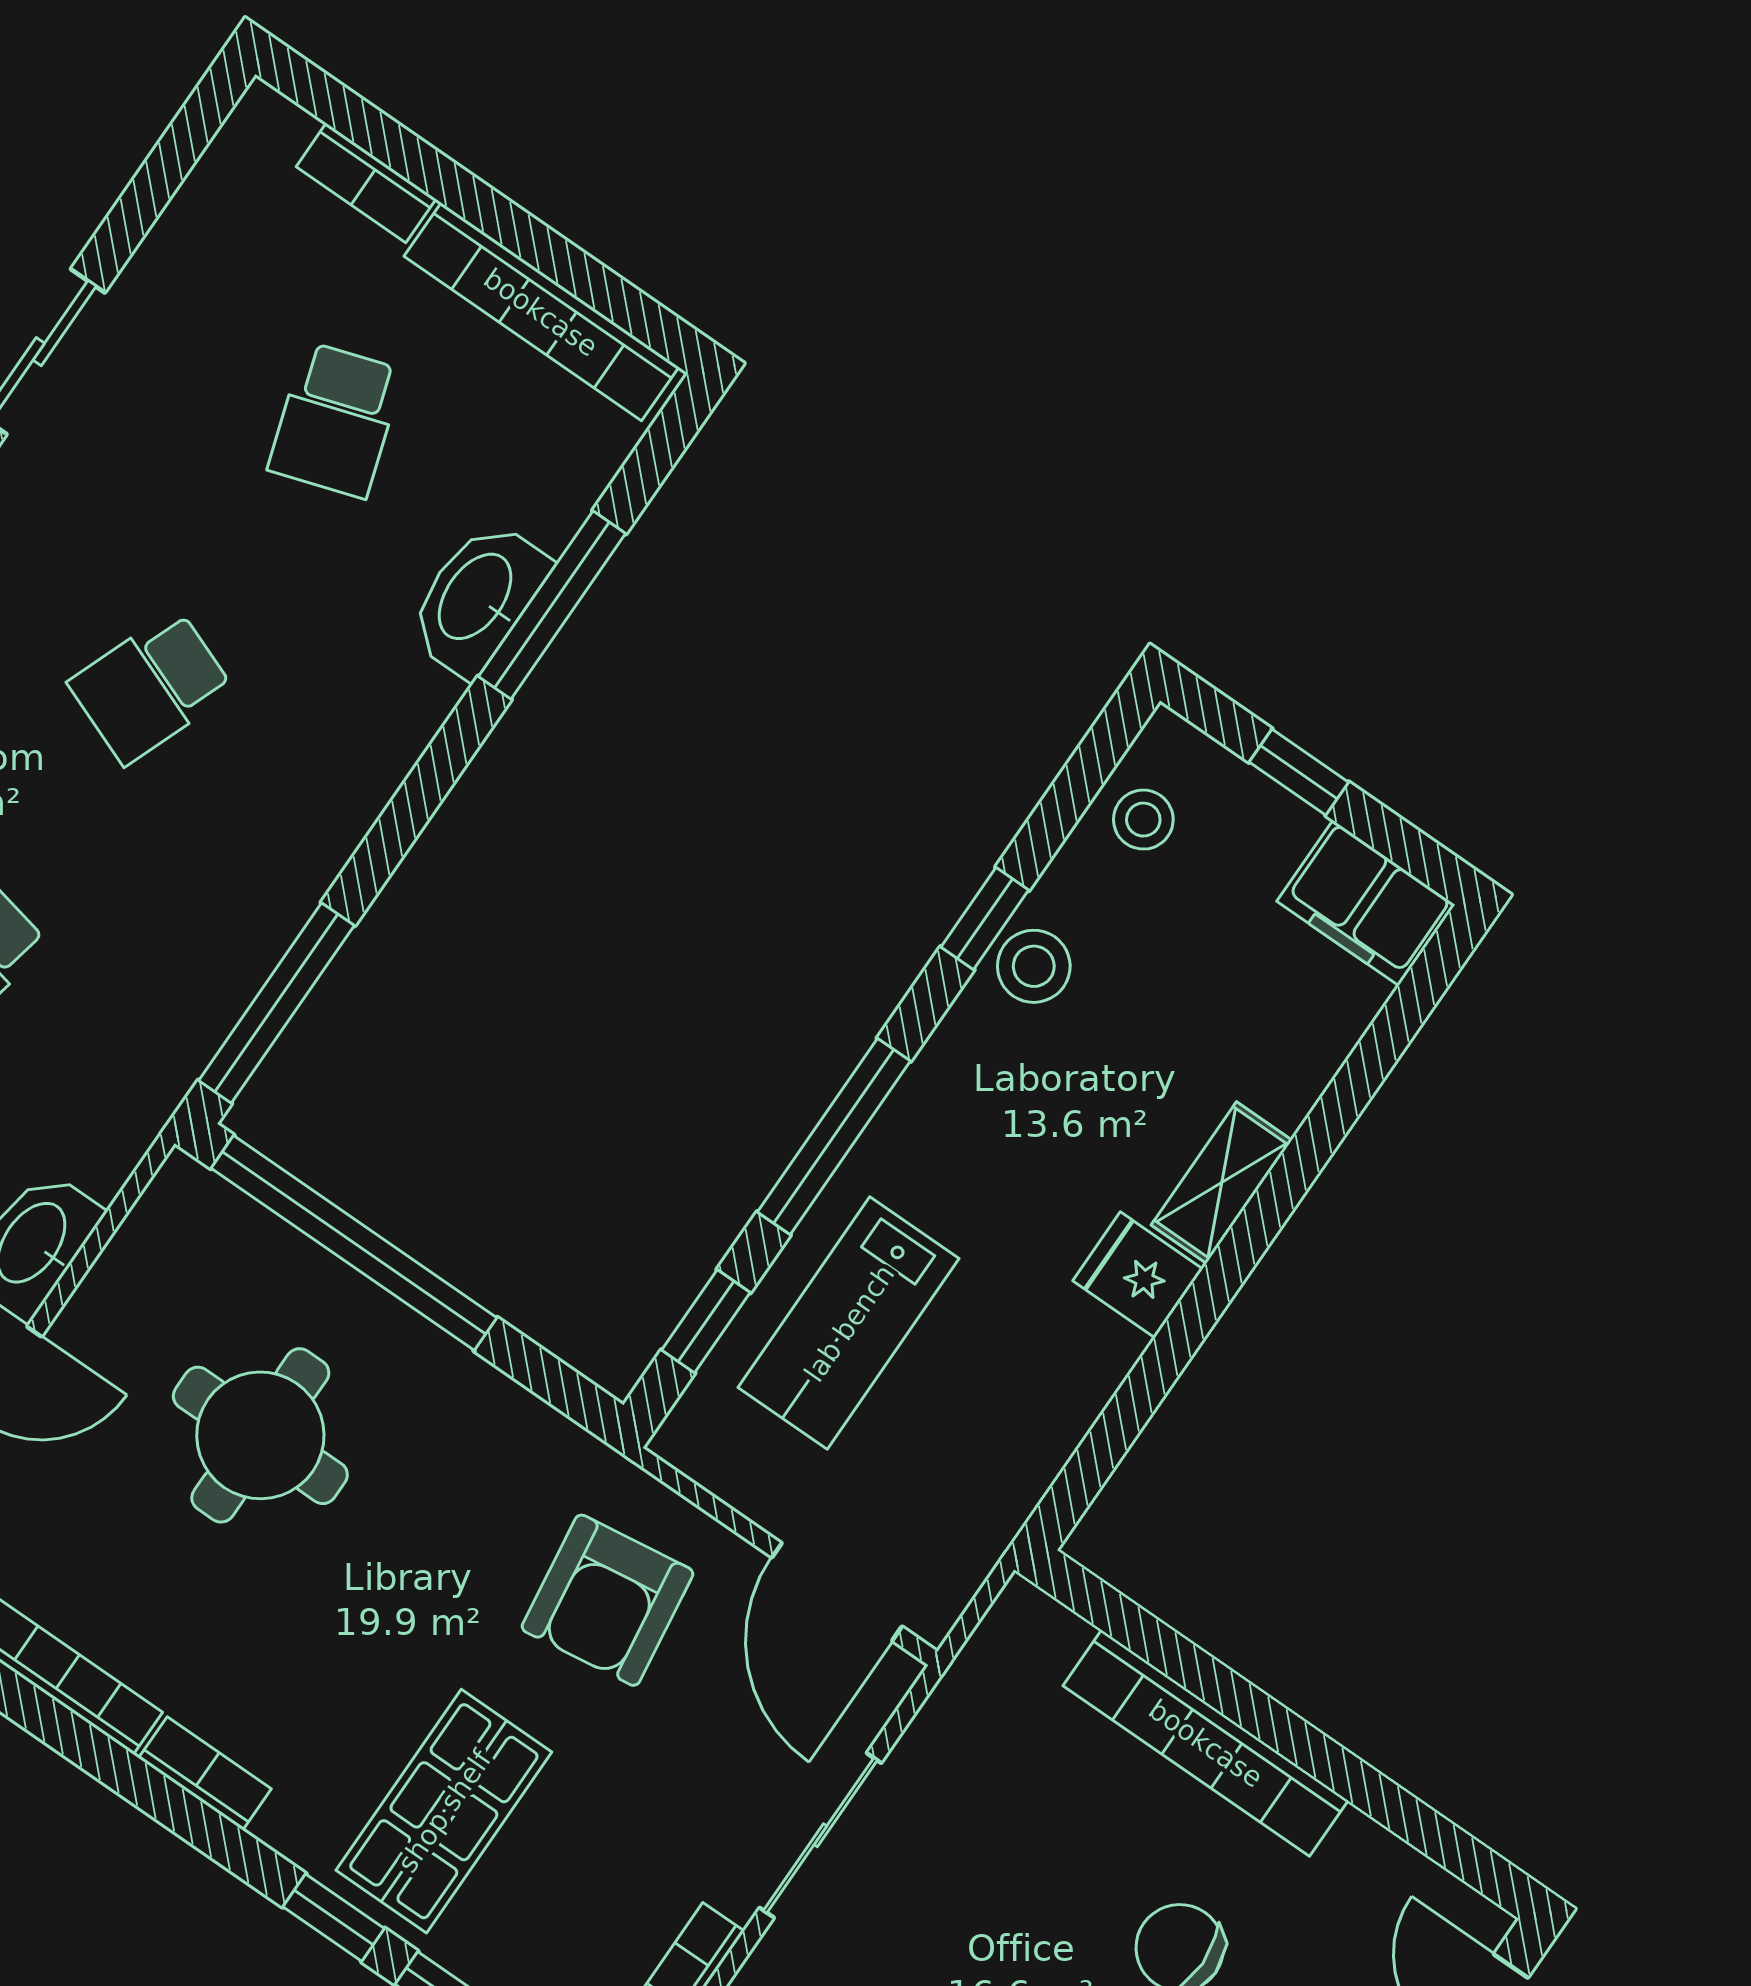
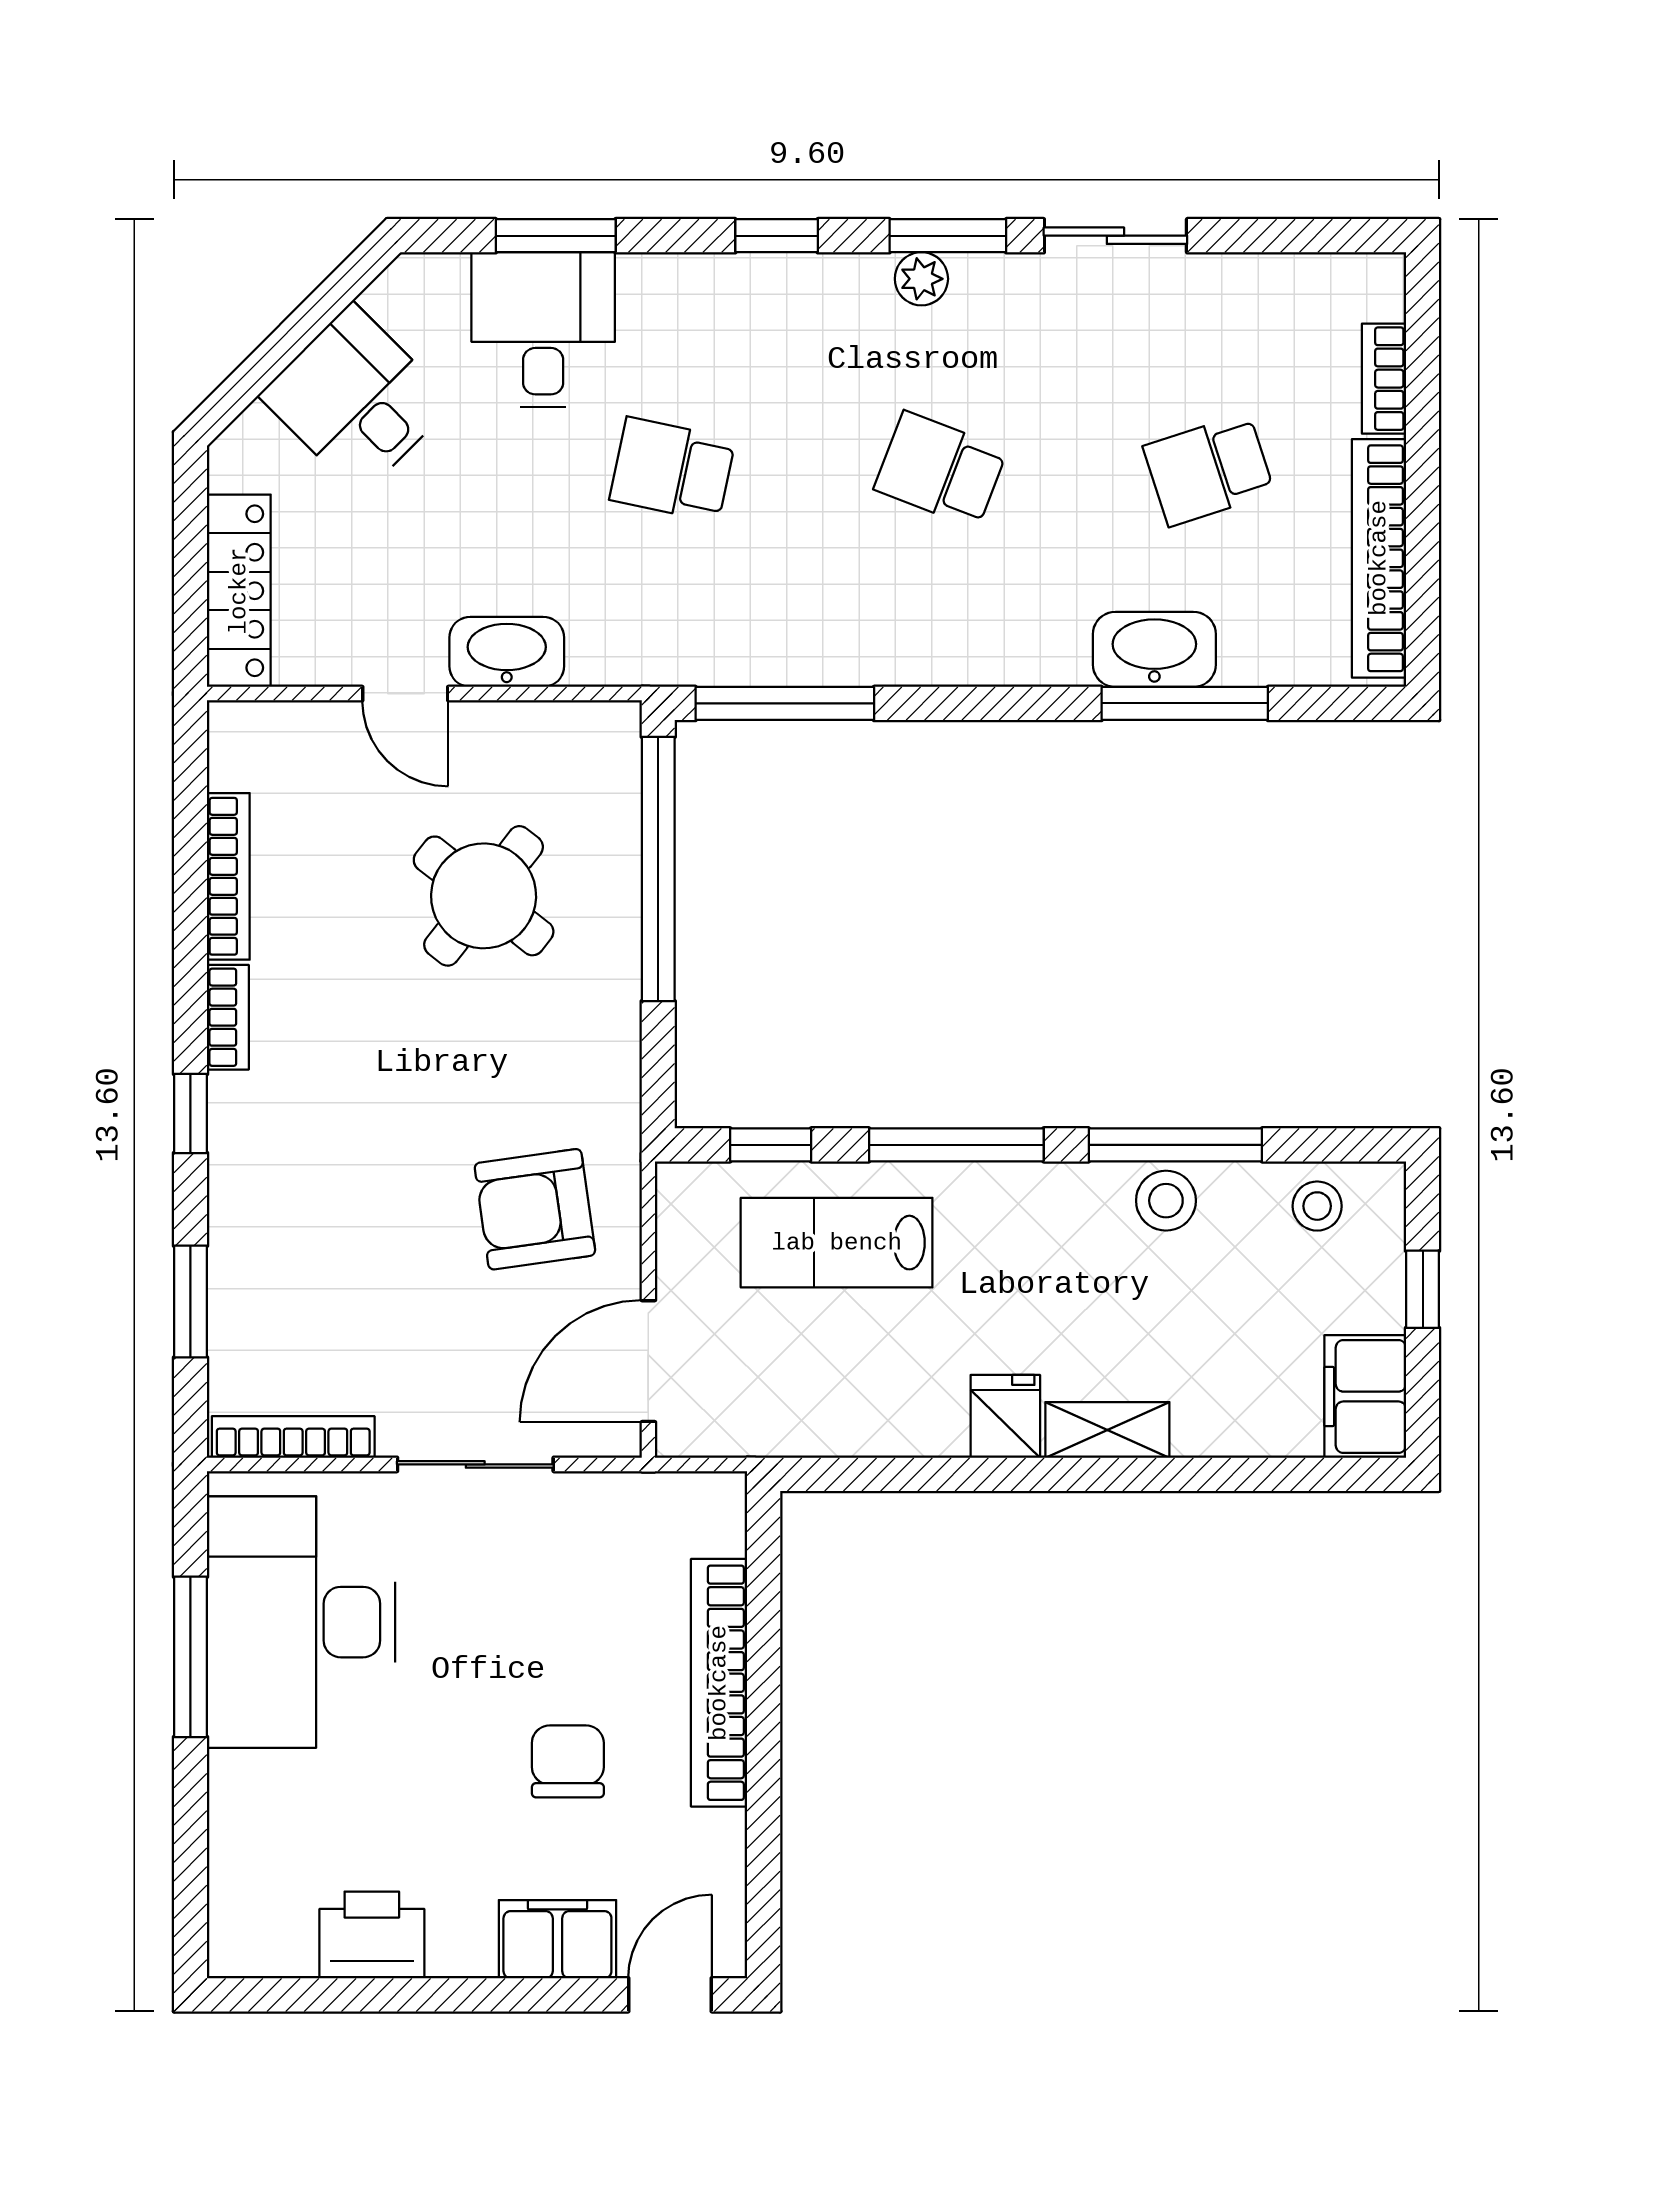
window: (985, 919) -> (1175, 1145), width x2.17
round table: (260, 1435) -> (484, 896), turned 38
shop shelf: (444, 1811) -> (315, 1197), removed
window: (334, 1918) -> (190, 1114), moved

